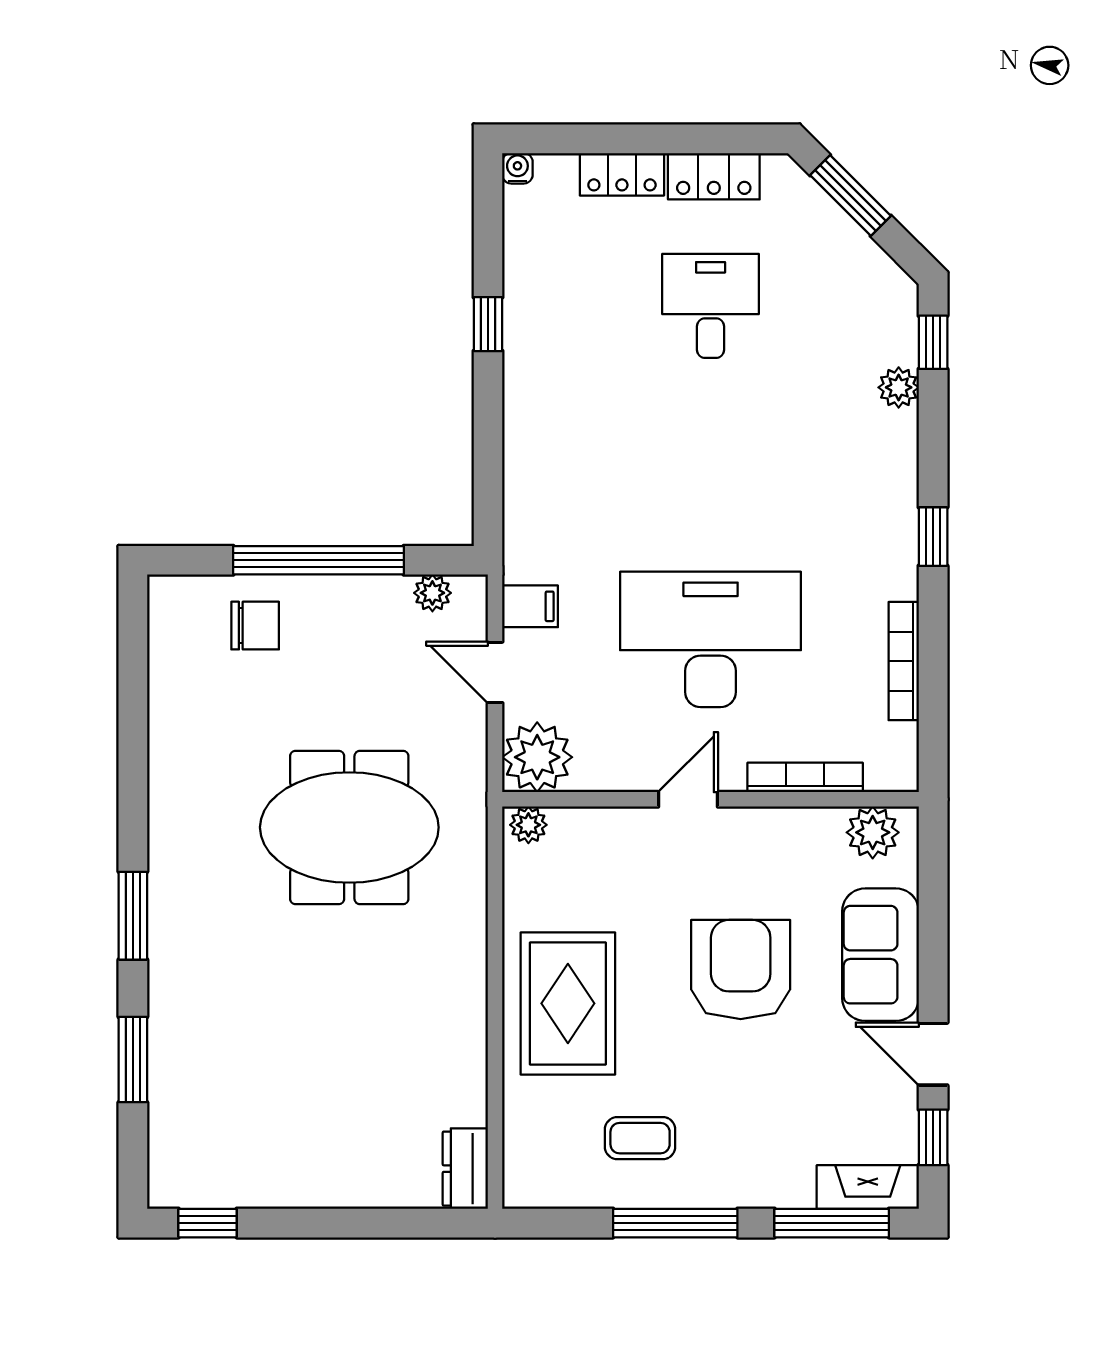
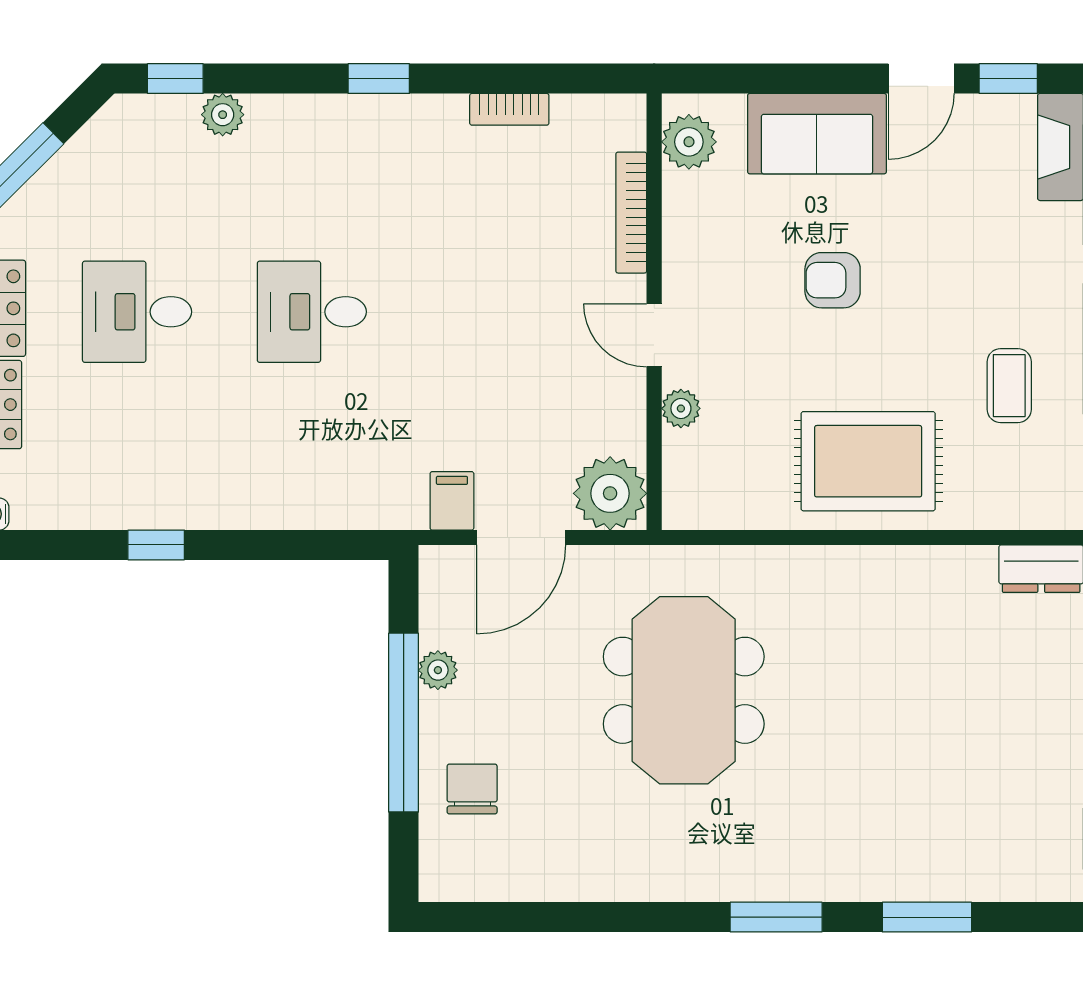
plant: (432, 593) -> (438, 670), moved
desk: (711, 639) -> (312, 312), moved, width x0.53, depth x0.77
bookcase: (904, 661) -> (509, 109), width x0.64
door: (495, 672) -> (521, 537), width x1.38
plant: (528, 825) -> (681, 408), moved
armchair: (741, 970) -> (833, 280), width x0.53, depth x0.53

